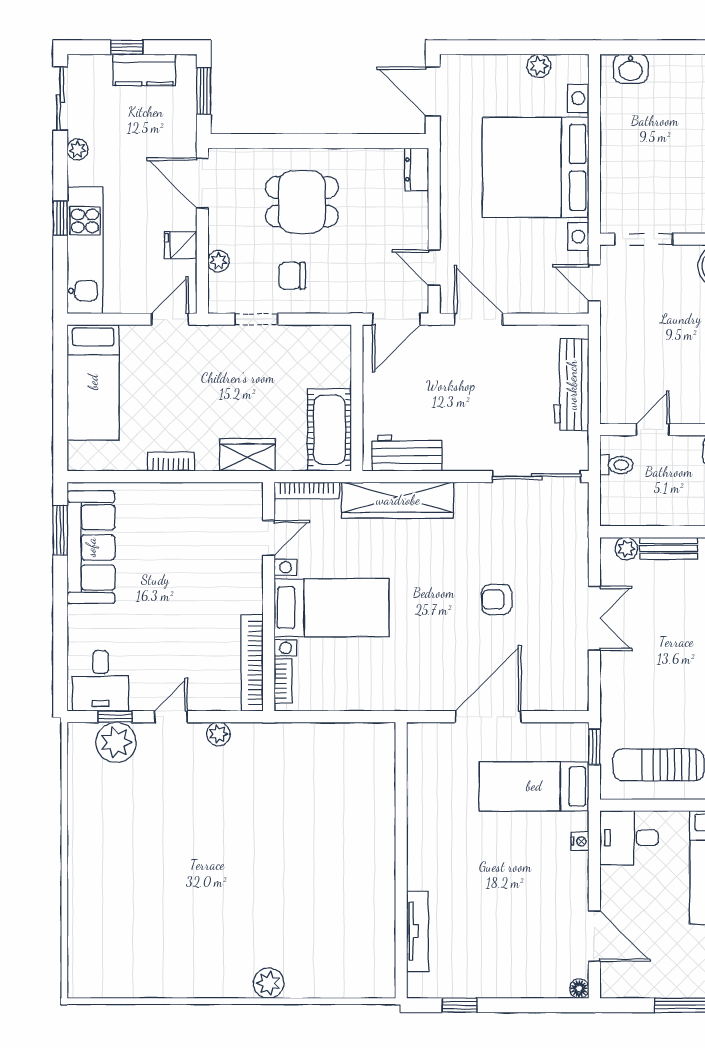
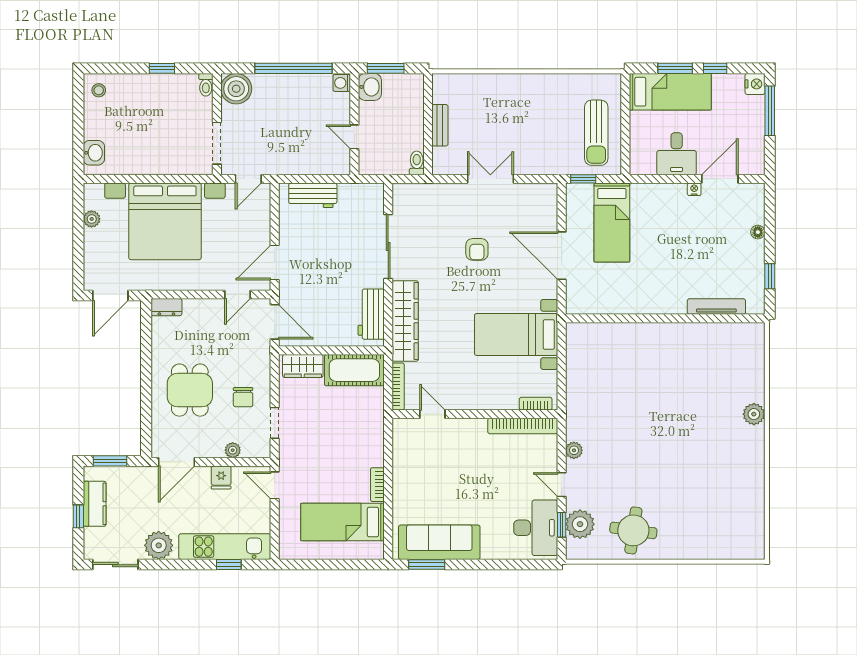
plant: (78, 149) -> (159, 545), width x1.87, depth x1.87
window: (60, 218) -> (229, 565), moved
bed: (93, 382) -> (342, 522), moved, turned 180
workbench: (572, 385) -> (313, 195), width x0.73
wardrobe: (248, 455) -> (303, 366), moved, turned -90
toilet: (616, 465) -> (417, 163), moved
sliding door: (537, 477) -> (388, 247), moved
plant: (626, 549) -> (440, 156), removed
bed with nightstands: (332, 608) -> (516, 334), moved, turned -90
desk: (101, 681) -> (536, 528), width x1.37
round table: (107, 816) -> (633, 530), added
desk: (629, 838) -> (677, 154), moved
nightstand: (580, 841) -> (694, 189), moved
floor lamp: (579, 989) -> (758, 232), moved

